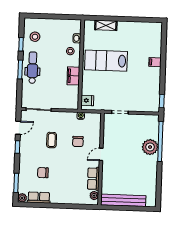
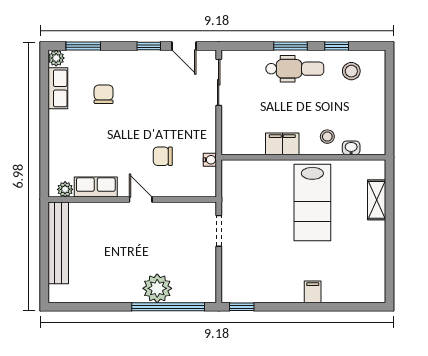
lab bench: (106, 61) -> (312, 203), turned 180
fridge: (87, 100) -> (238, 171), removed
coffee table: (52, 140) -> (164, 108), removed

